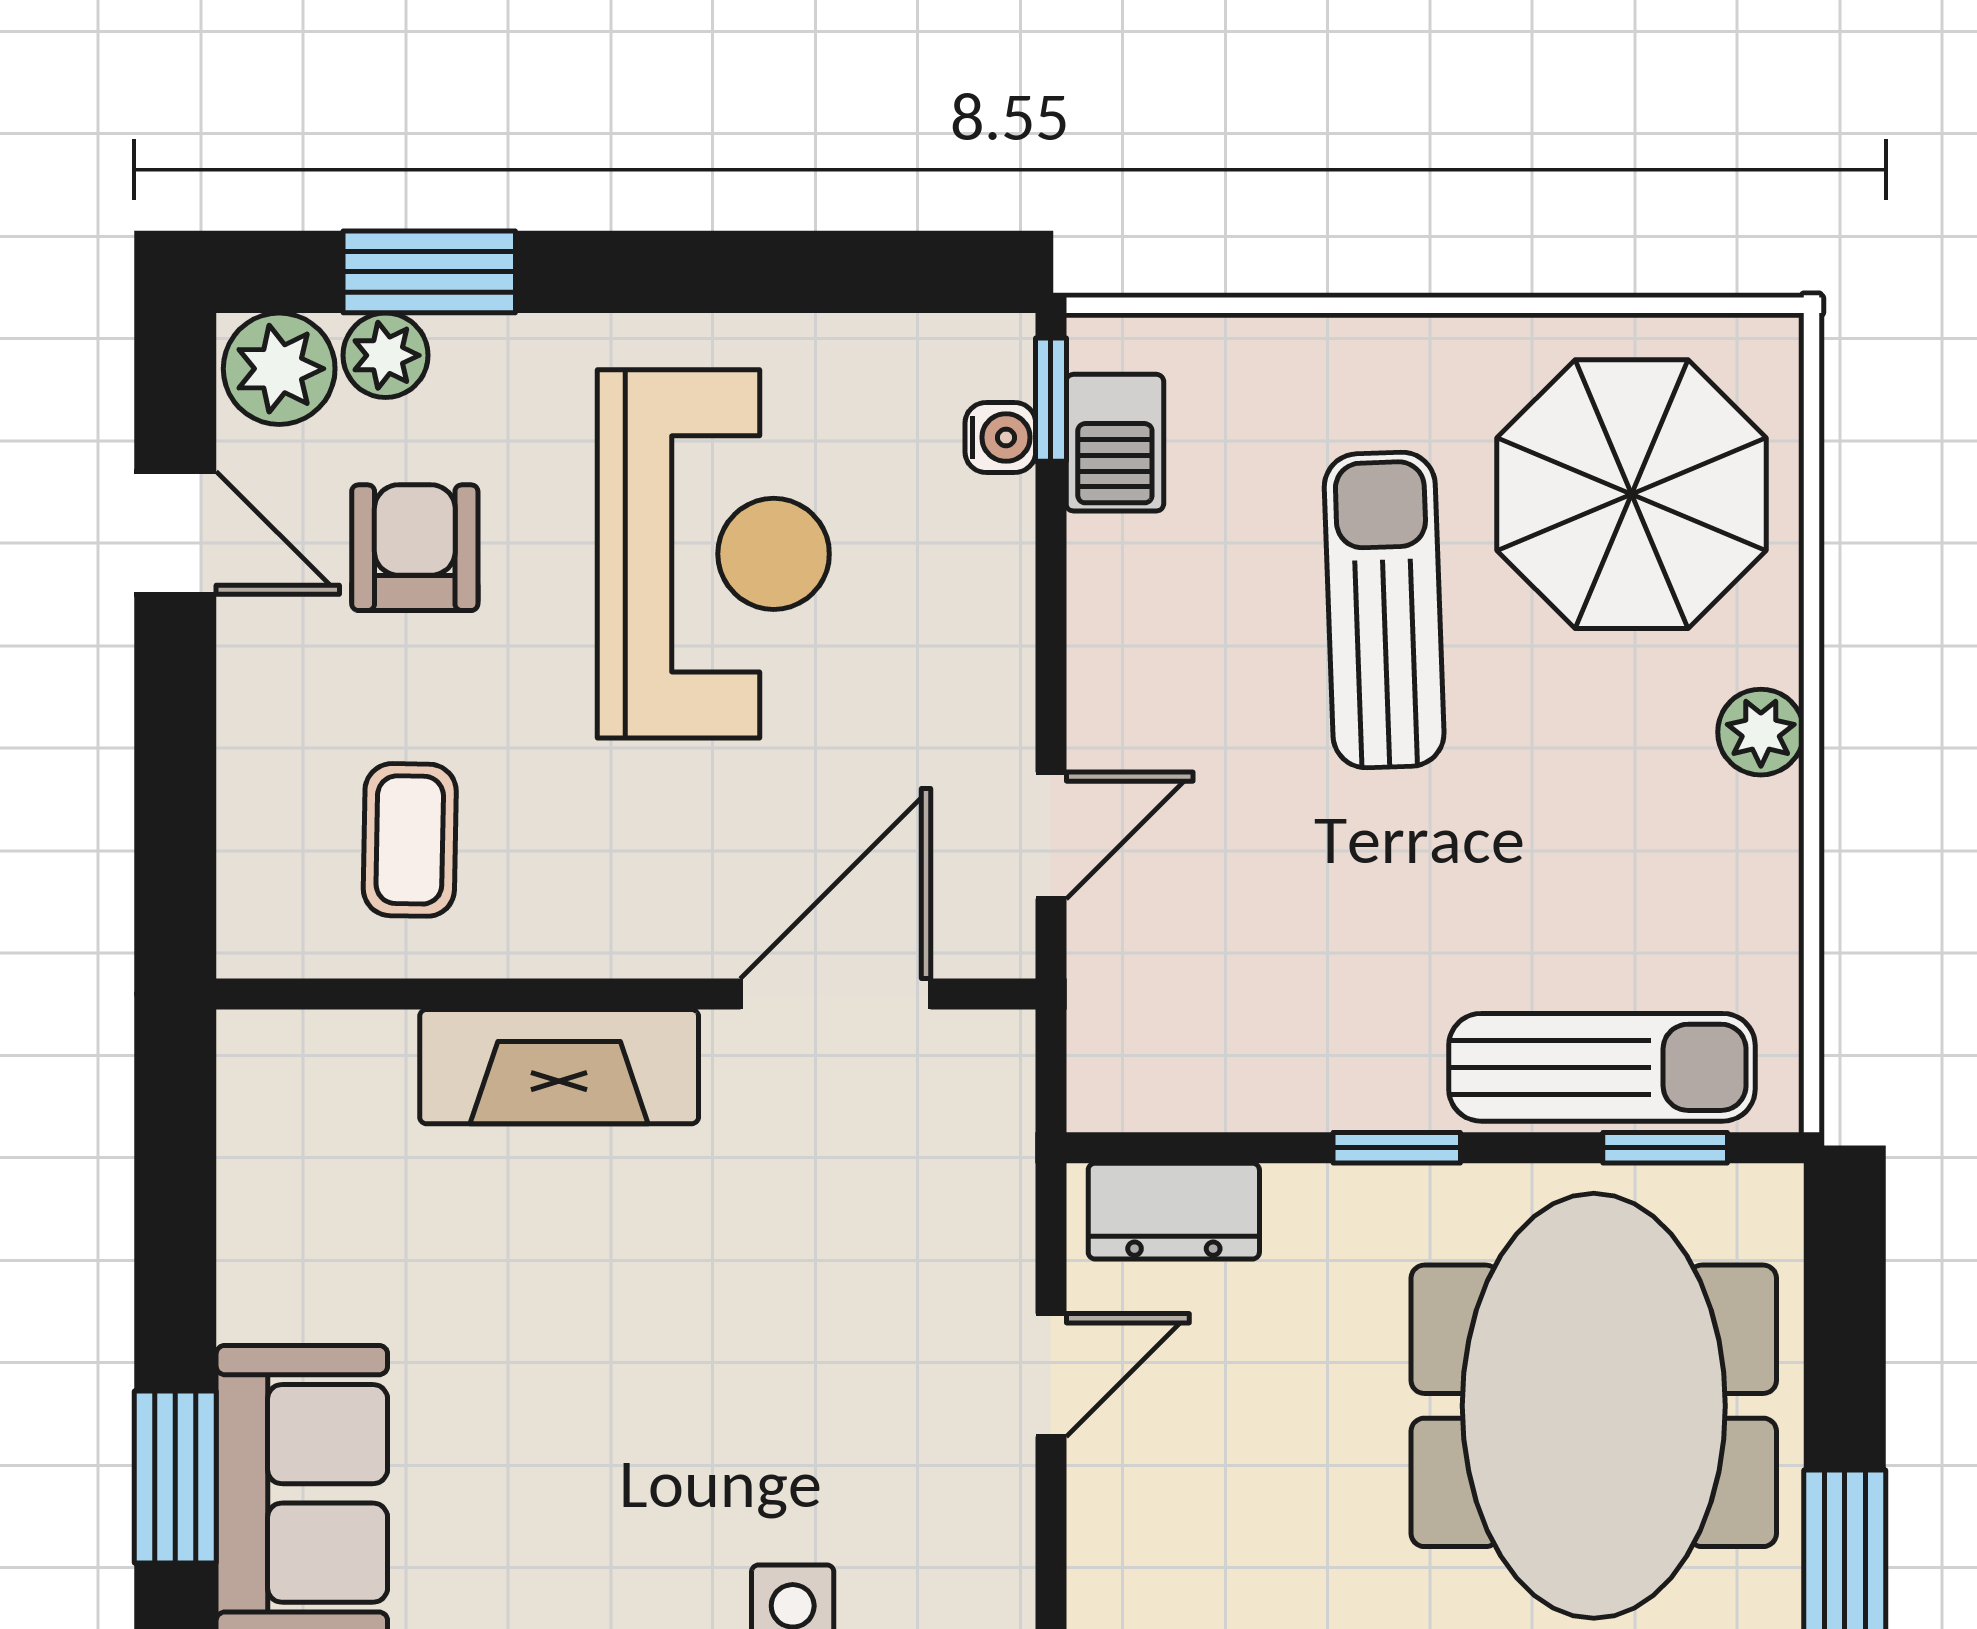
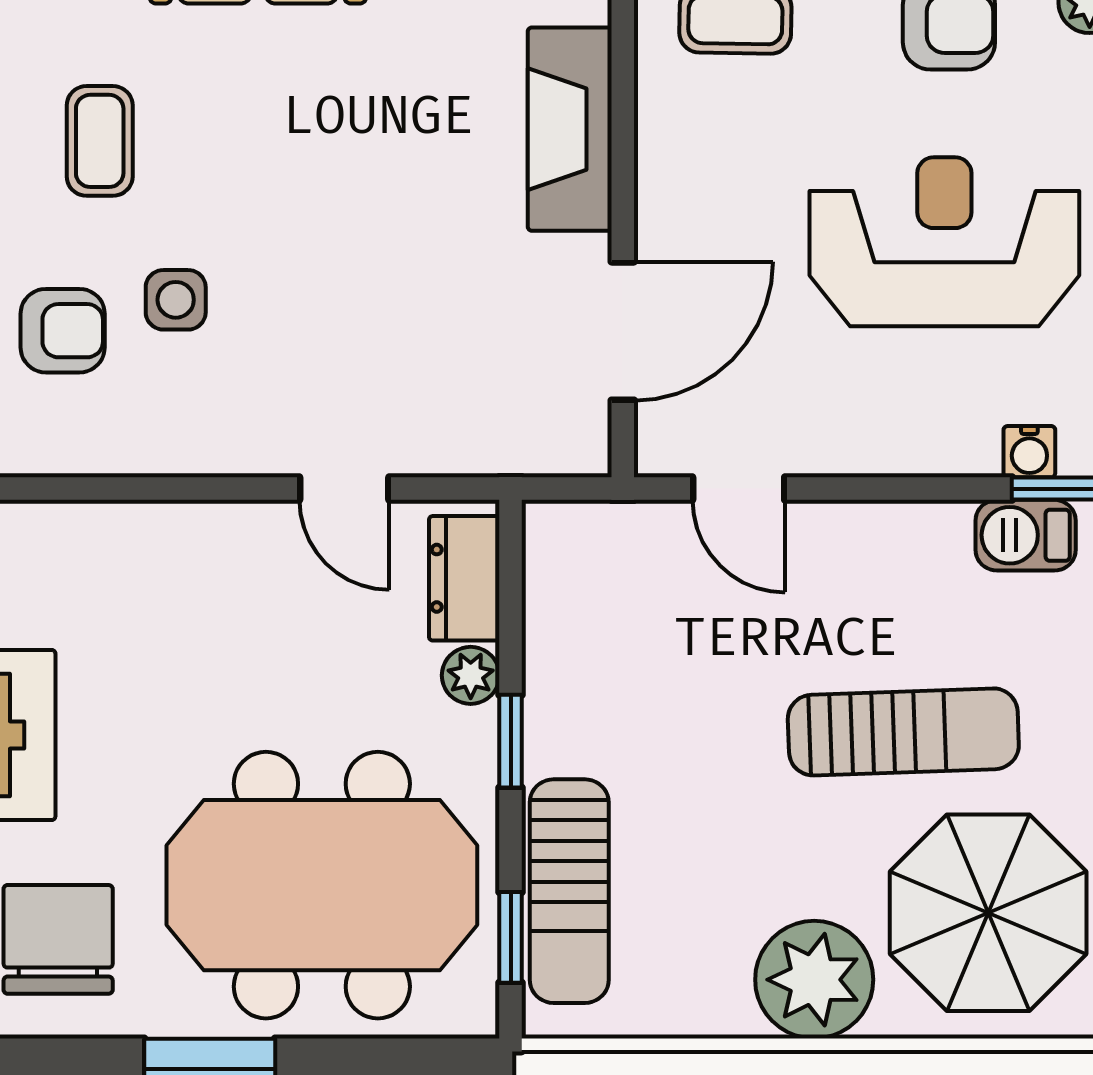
reception desk: (713, 554) -> (944, 242), turned 180
plant: (1761, 732) -> (814, 980), width x1.87, depth x1.87
door: (835, 994) -> (623, 331), hinge flipped
plant: (1307, 1202) -> (471, 675), added

